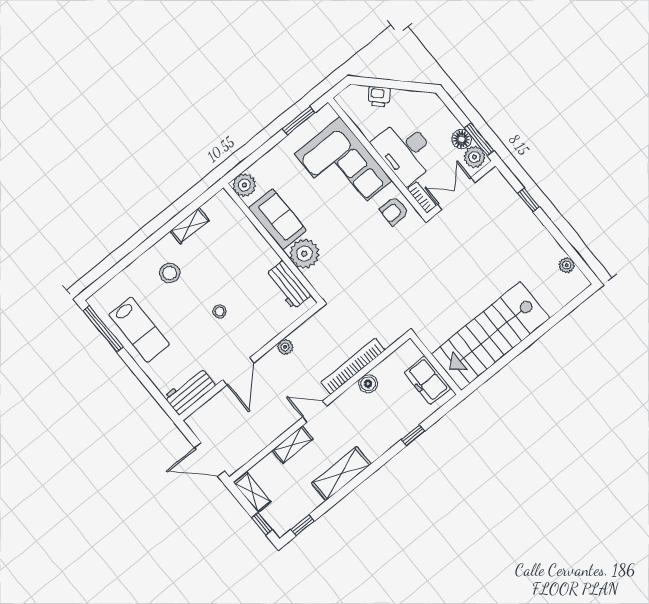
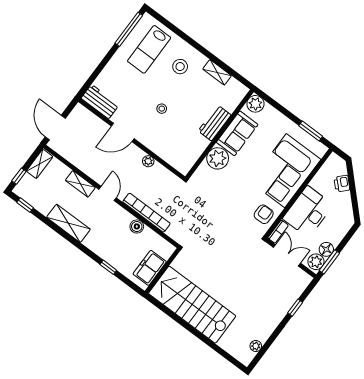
armchair: (394, 211) -> (264, 214), turned 90
workbench: (288, 285) -> (215, 123), moved
lab bench: (139, 330) -> (149, 49), moved

